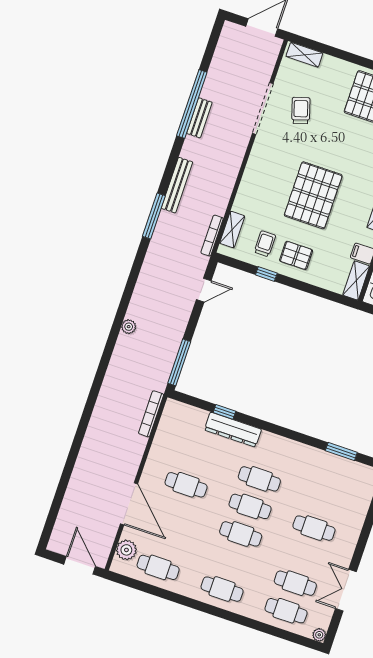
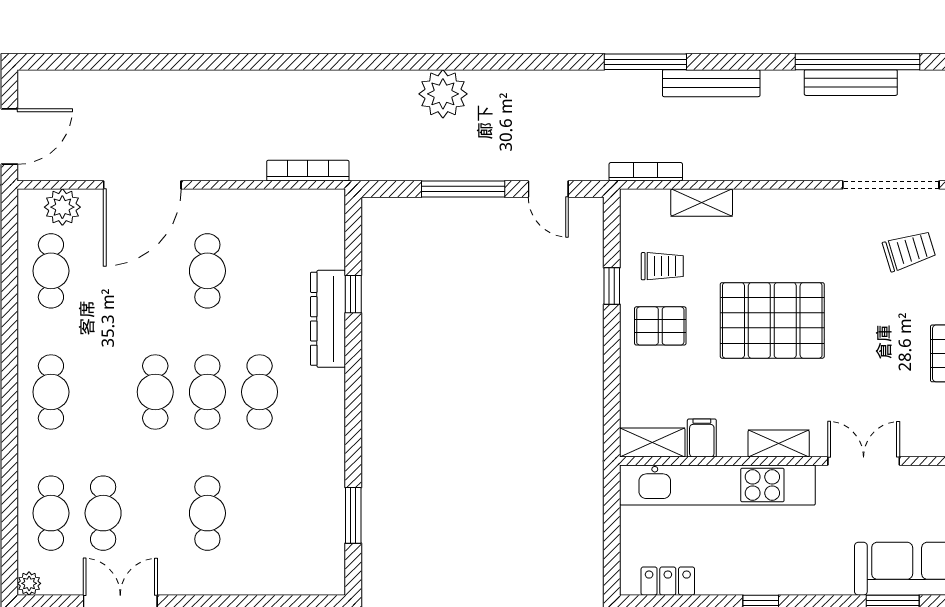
bench: (199, 118) -> (851, 83), width x1.36
shelving: (232, 230) -> (702, 203), moved
pallet: (296, 255) -> (660, 326), turned 90
plant: (129, 327) -> (443, 94), width x1.87, depth x1.87
window: (179, 362) -> (463, 189), moved

